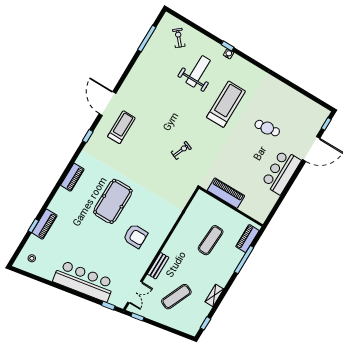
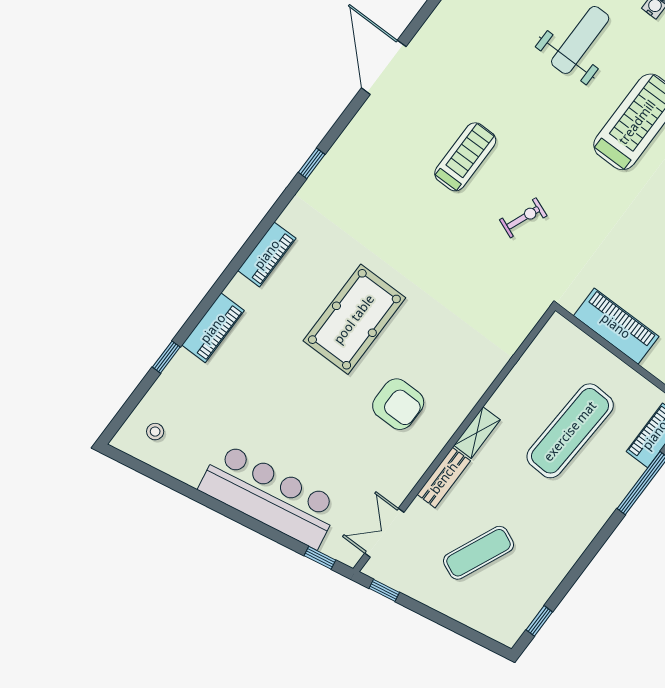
door: (107, 104) -> (384, 67), moved
treadmill: (121, 127) -> (465, 157), moved
piano: (44, 224) -> (213, 328), moved
exercise mat: (211, 240) -> (570, 431), width x1.36, depth x1.45
double door: (135, 292) -> (384, 533), swing flipped
shelving: (214, 295) -> (477, 433), moved

